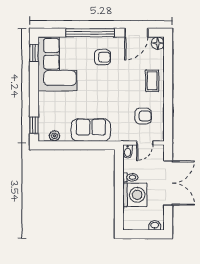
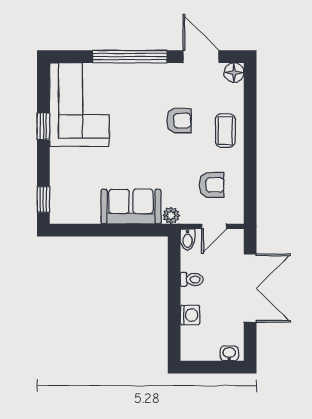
door: (136, 33) -> (201, 57), swing flipped
window: (34, 53) -> (43, 126), moved
armchair: (102, 57) -> (179, 121), moved
plant: (54, 136) -> (171, 215), moved
washing machine: (135, 195) -> (190, 315), width x0.53, depth x0.53

